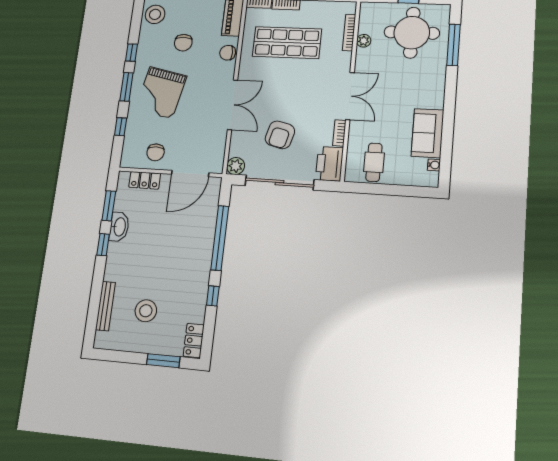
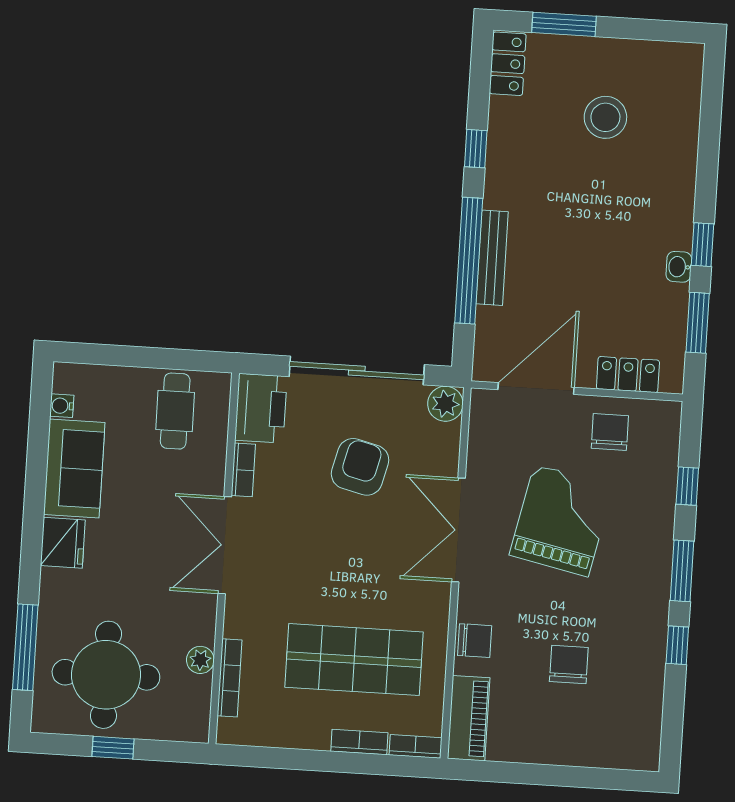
stool: (155, 14) -> (633, 728), removed
grand piano: (161, 93) -> (561, 520), moved
fridge: (434, 96) -> (63, 543), added
washbasin: (119, 227) -> (679, 267), width x0.52, depth x0.69
bench: (105, 306) -> (492, 258), moved

